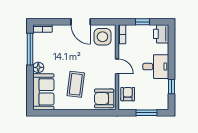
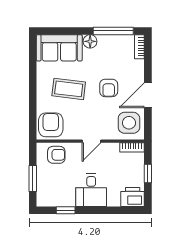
armchair: (75, 53) -> (109, 88), added

